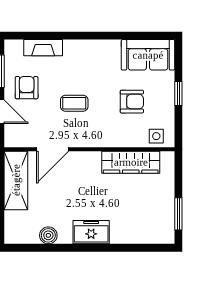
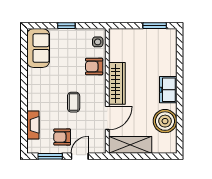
armchair: (132, 102) -> (94, 67), moved, turned -90
door: (53, 149) -> (107, 118), hinge flipped
wardrobe: (131, 162) -> (117, 83), moved
boiler: (48, 235) -> (165, 121), width x1.86, depth x1.86

